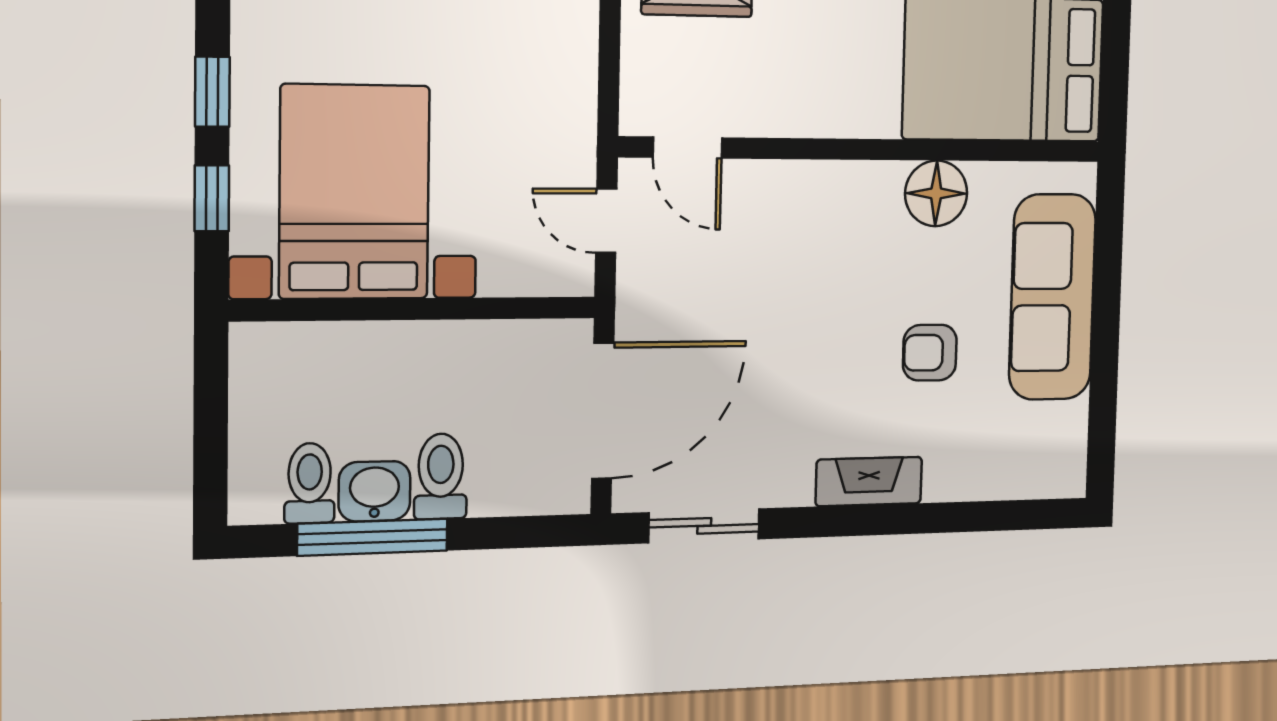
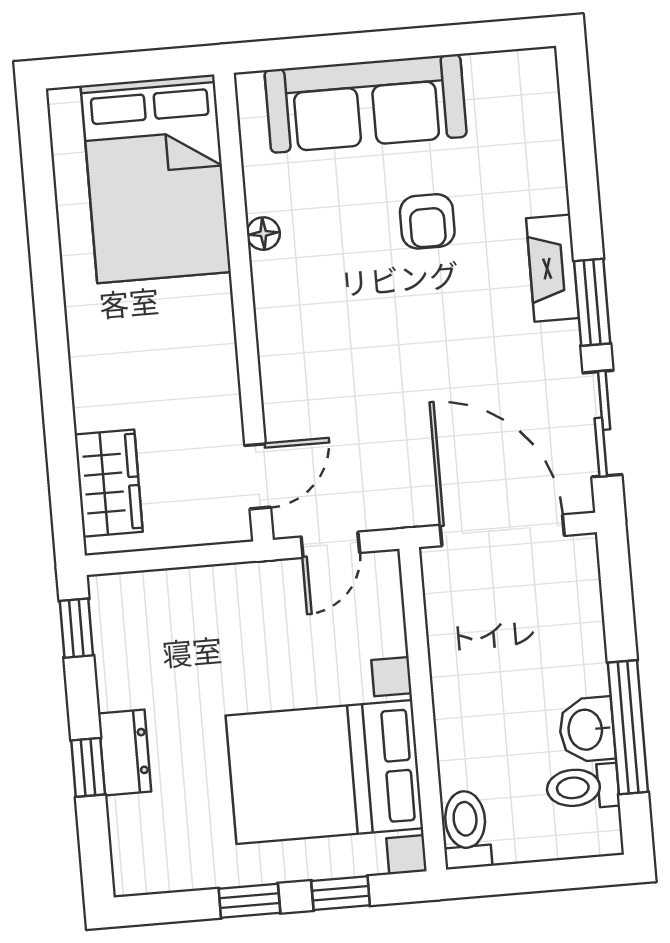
floor lamp: (936, 193) -> (263, 234), width x0.53, depth x0.53
toilet: (441, 476) -> (466, 829), moved, turned 90
window: (830, 521) -> (592, 302), added

